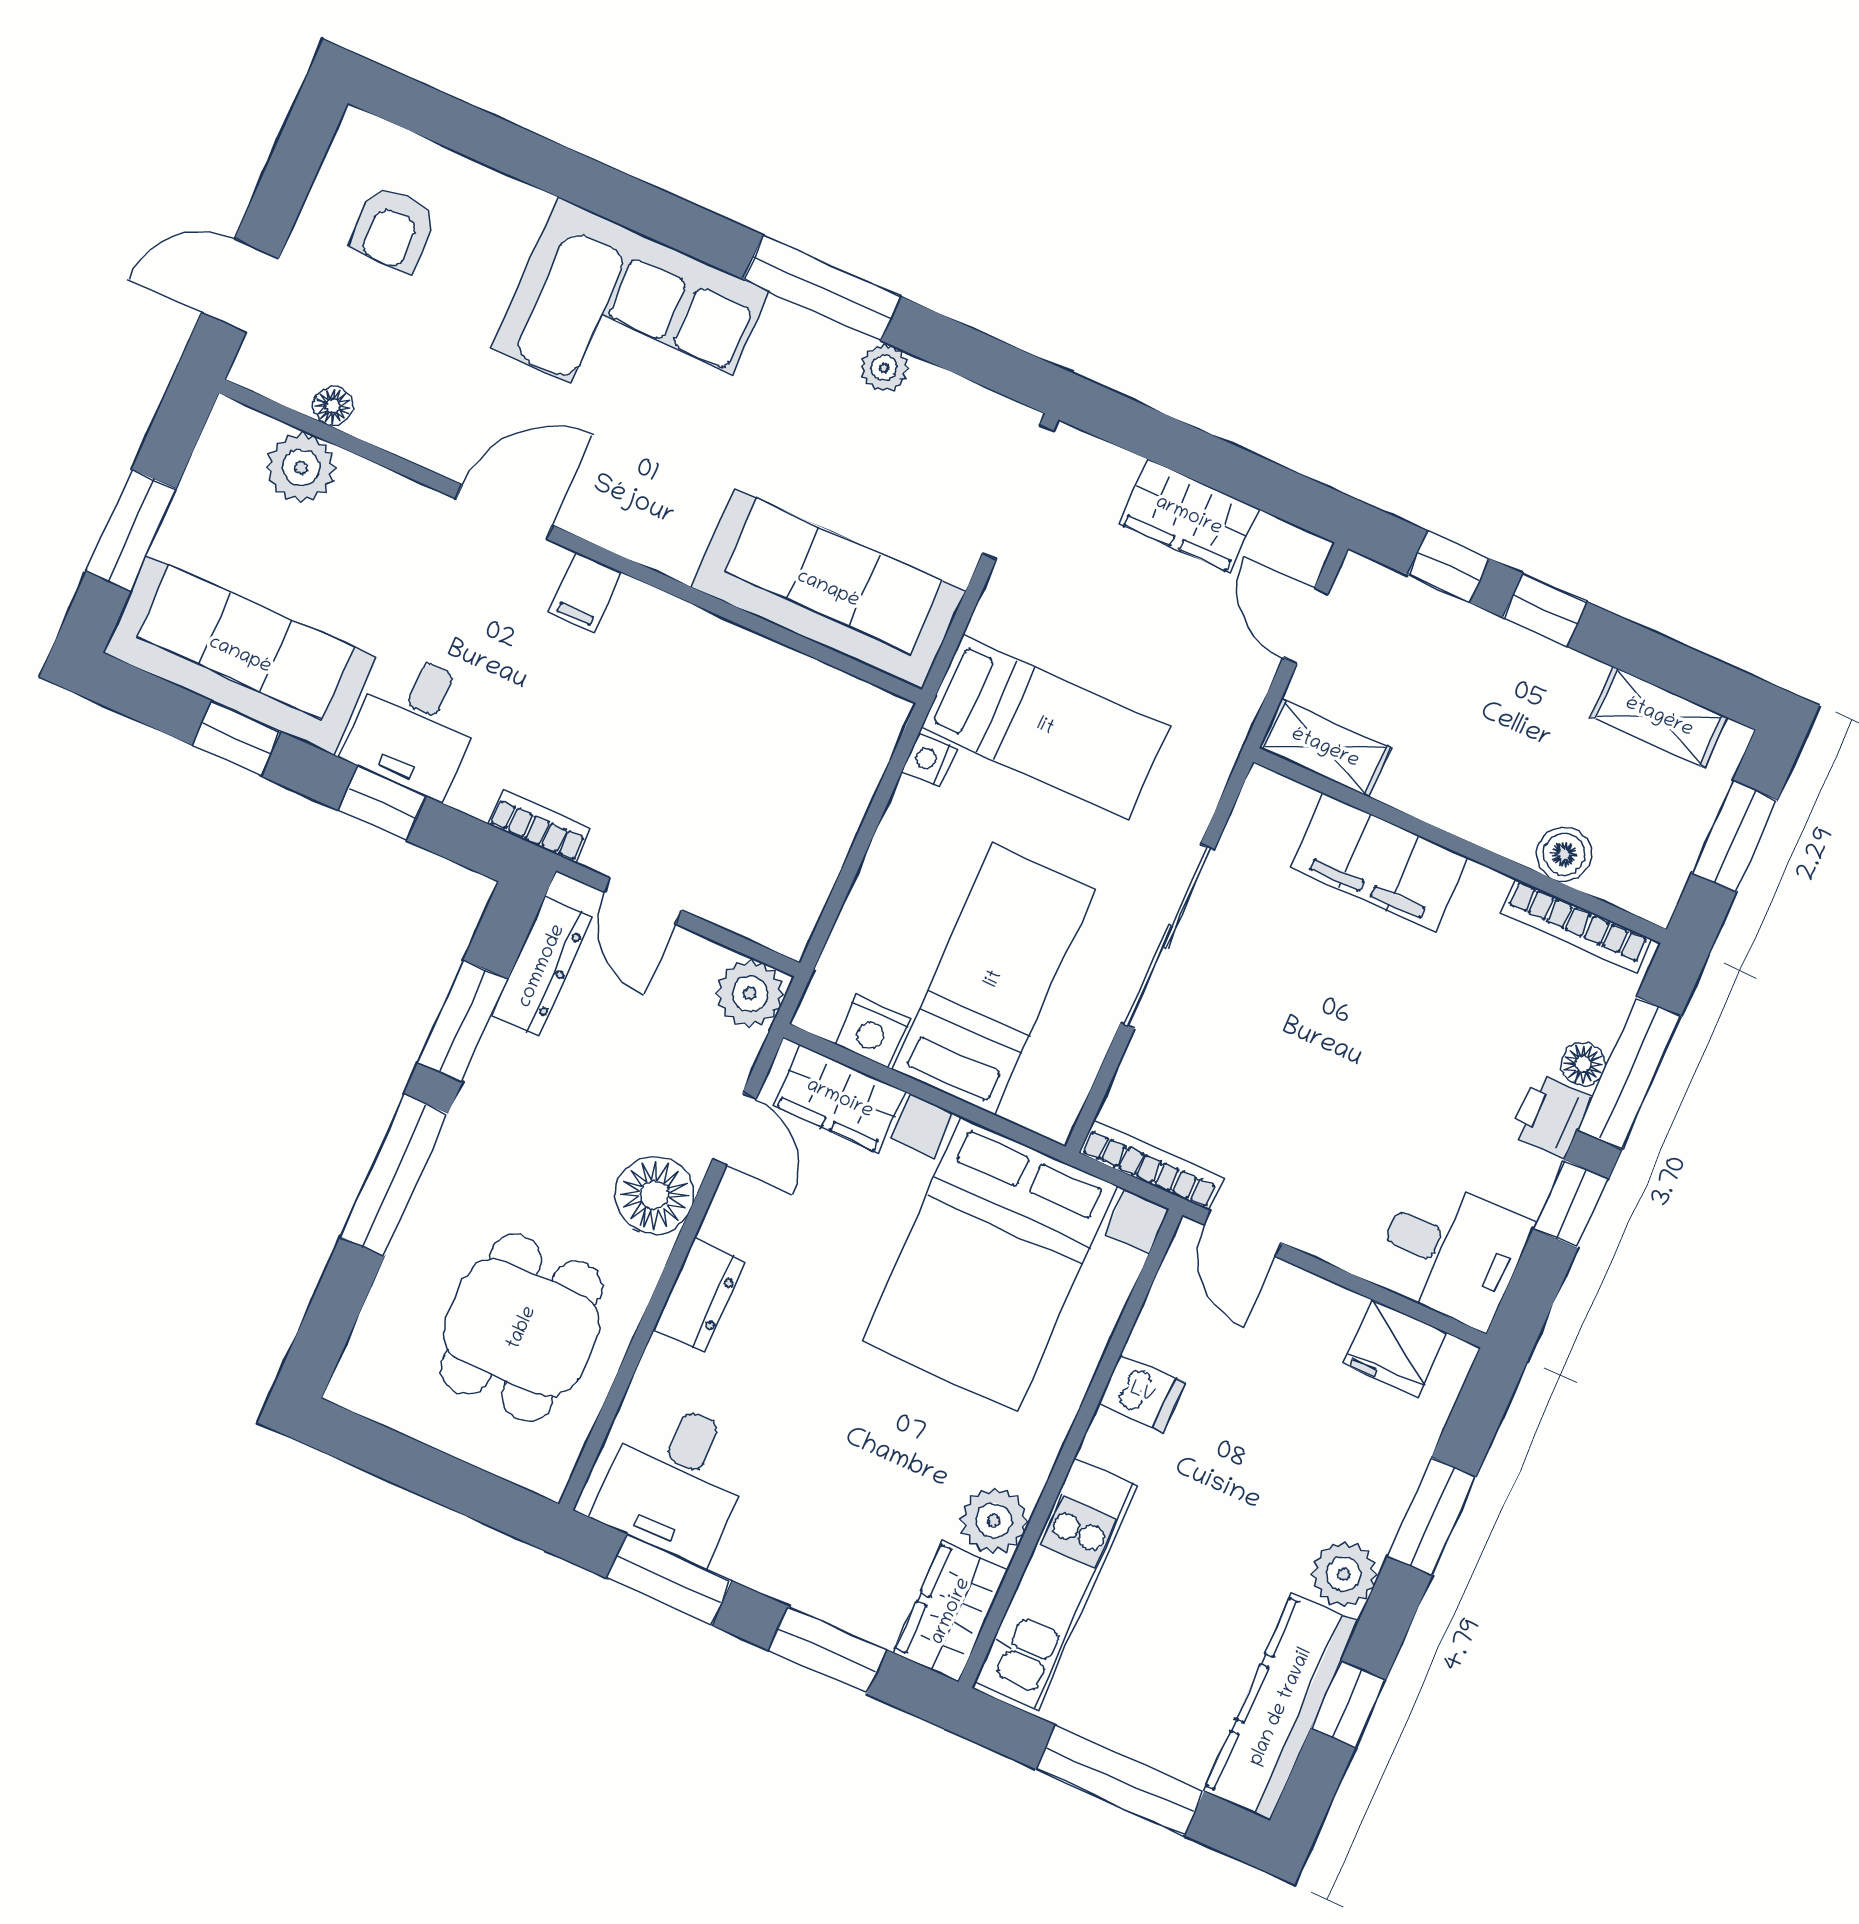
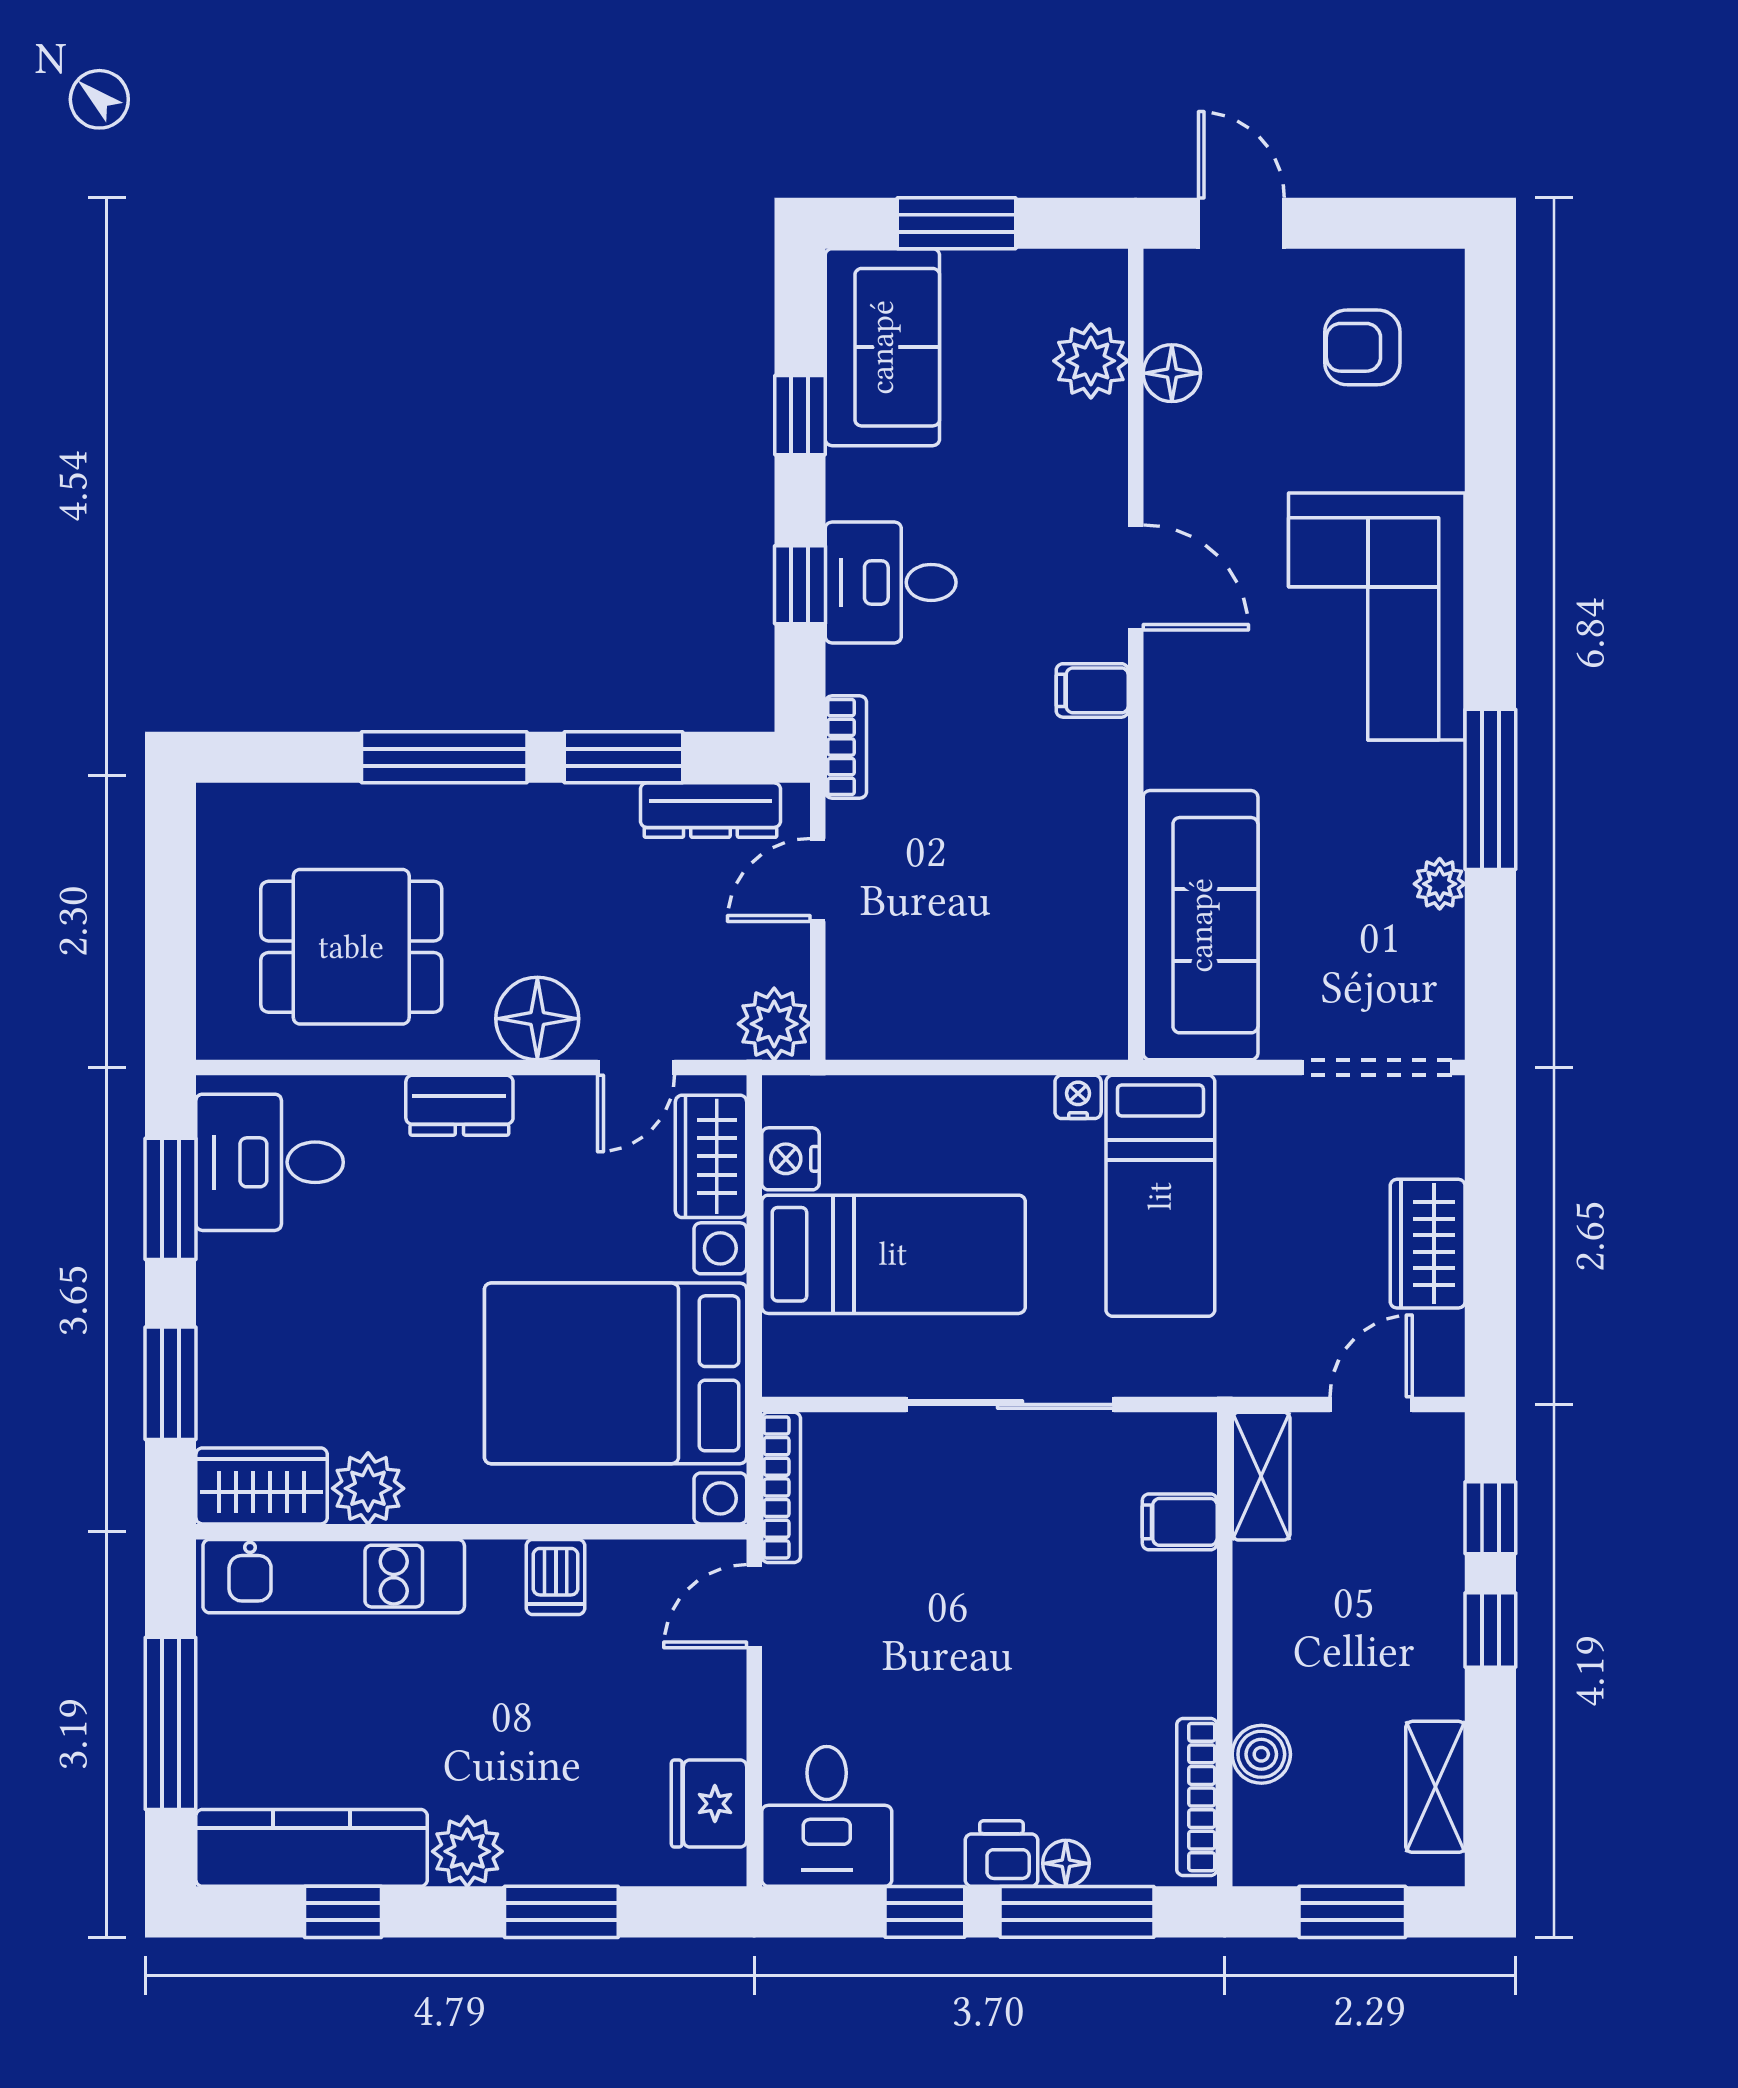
floor lamp: (333, 406) -> (1172, 373), width x1.37, depth x1.37
sofa: (240, 655) -> (882, 347), width x0.73
filing cabinet: (1379, 862) -> (1180, 1522), width x0.33, depth x0.86

